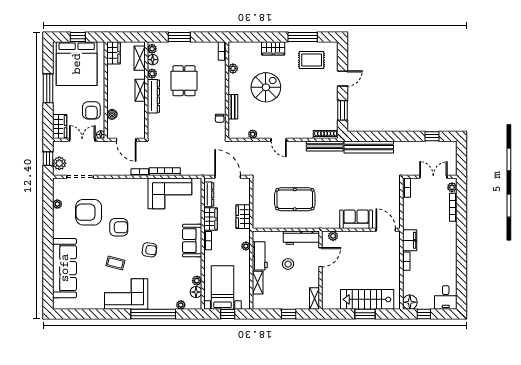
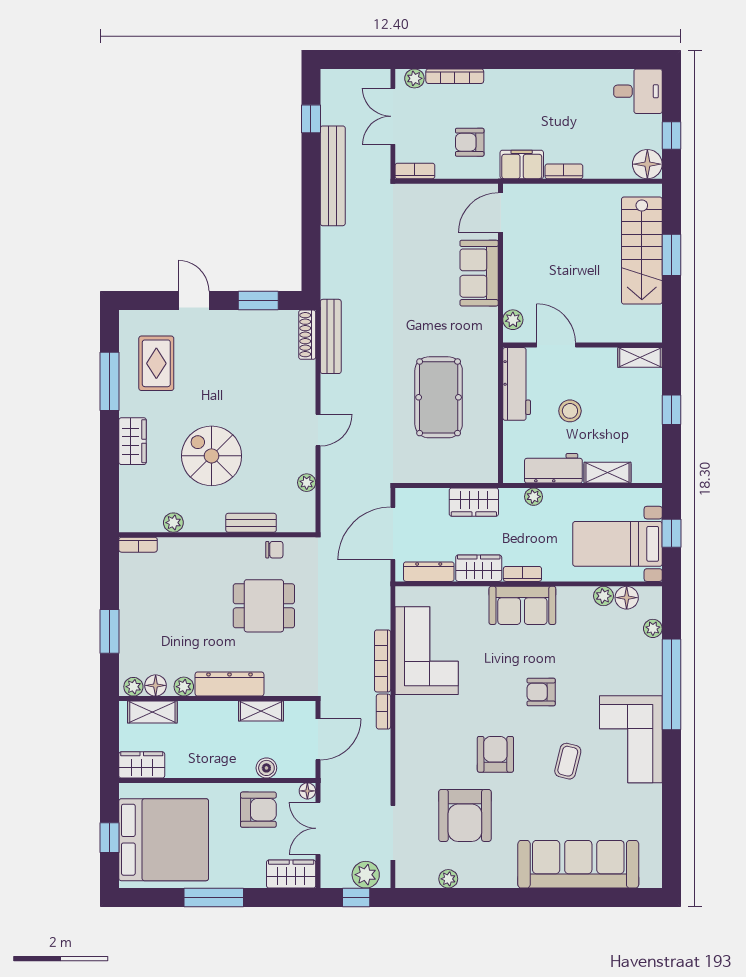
dining table: (184, 81) -> (264, 606), moved
shelving: (140, 90) -> (261, 711), moved
bench: (369, 147) -> (333, 176), moved
armchair: (421, 215) -> (470, 142), added
armchair: (149, 250) -> (541, 692), turned -98

